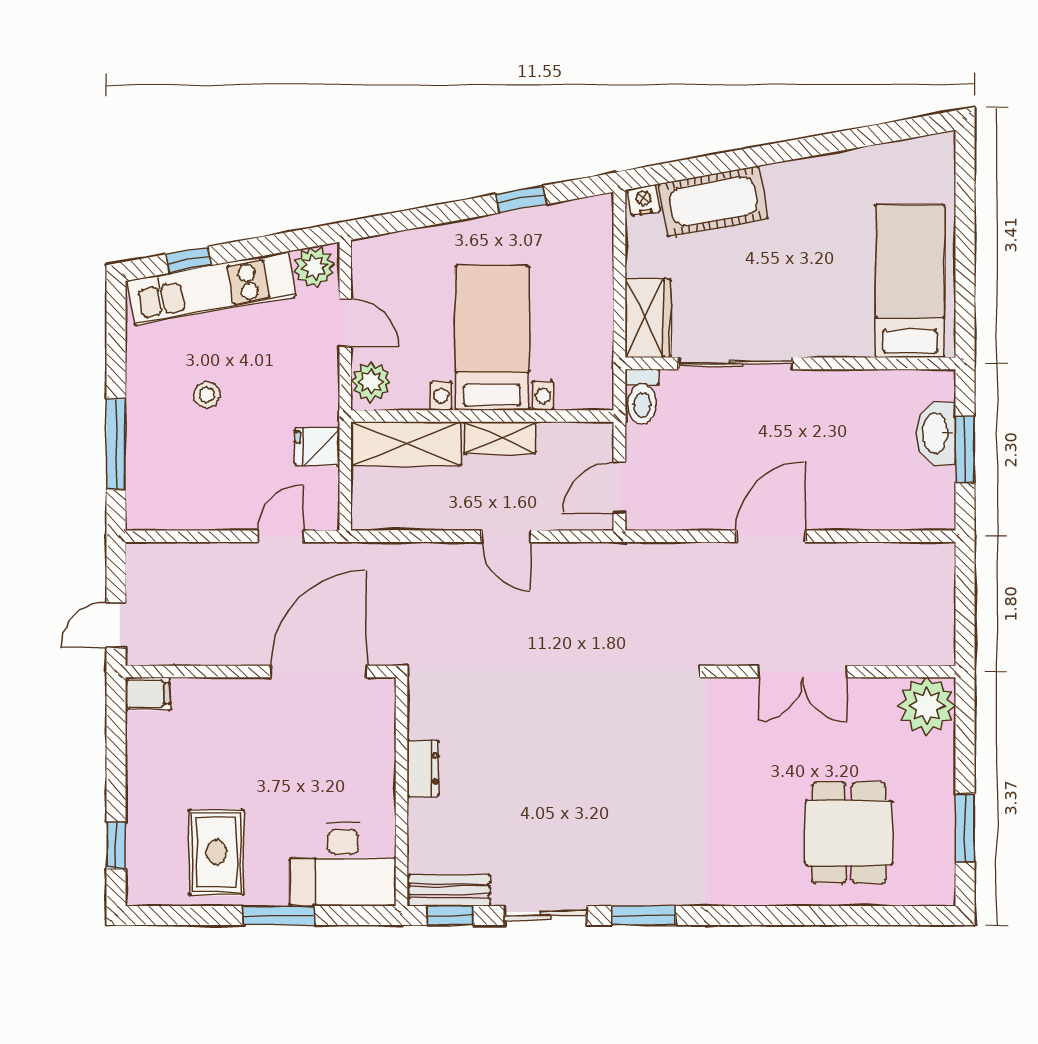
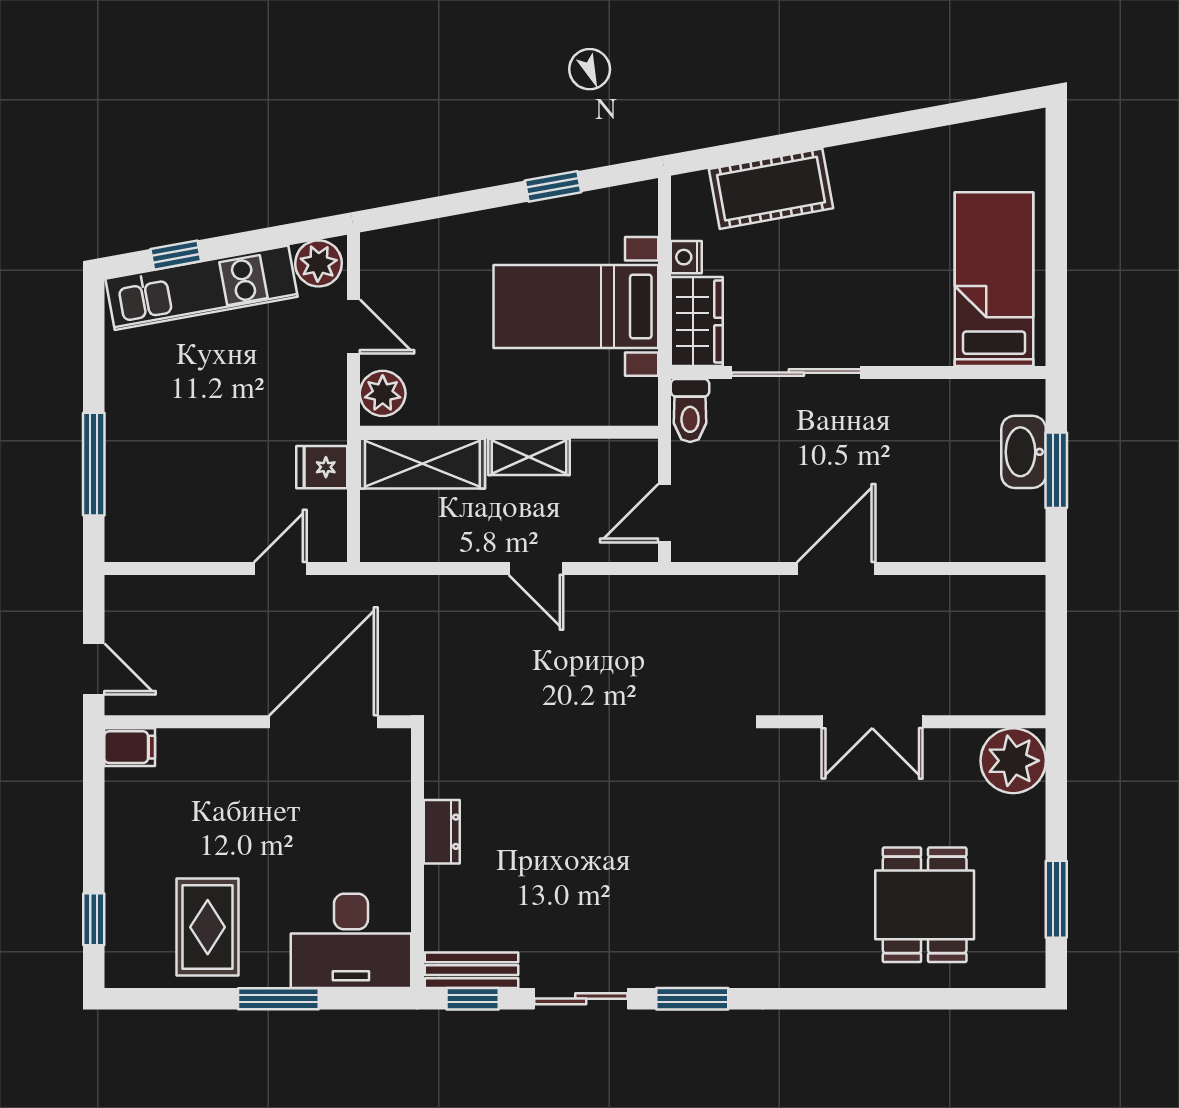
nightstand: (644, 200) -> (686, 257), moved, turned -80
bed with nightstands: (492, 338) -> (576, 306), moved, turned -90
stool: (207, 395) -> (197, 408), removed
door: (116, 625) -> (94, 669), swing flipped

